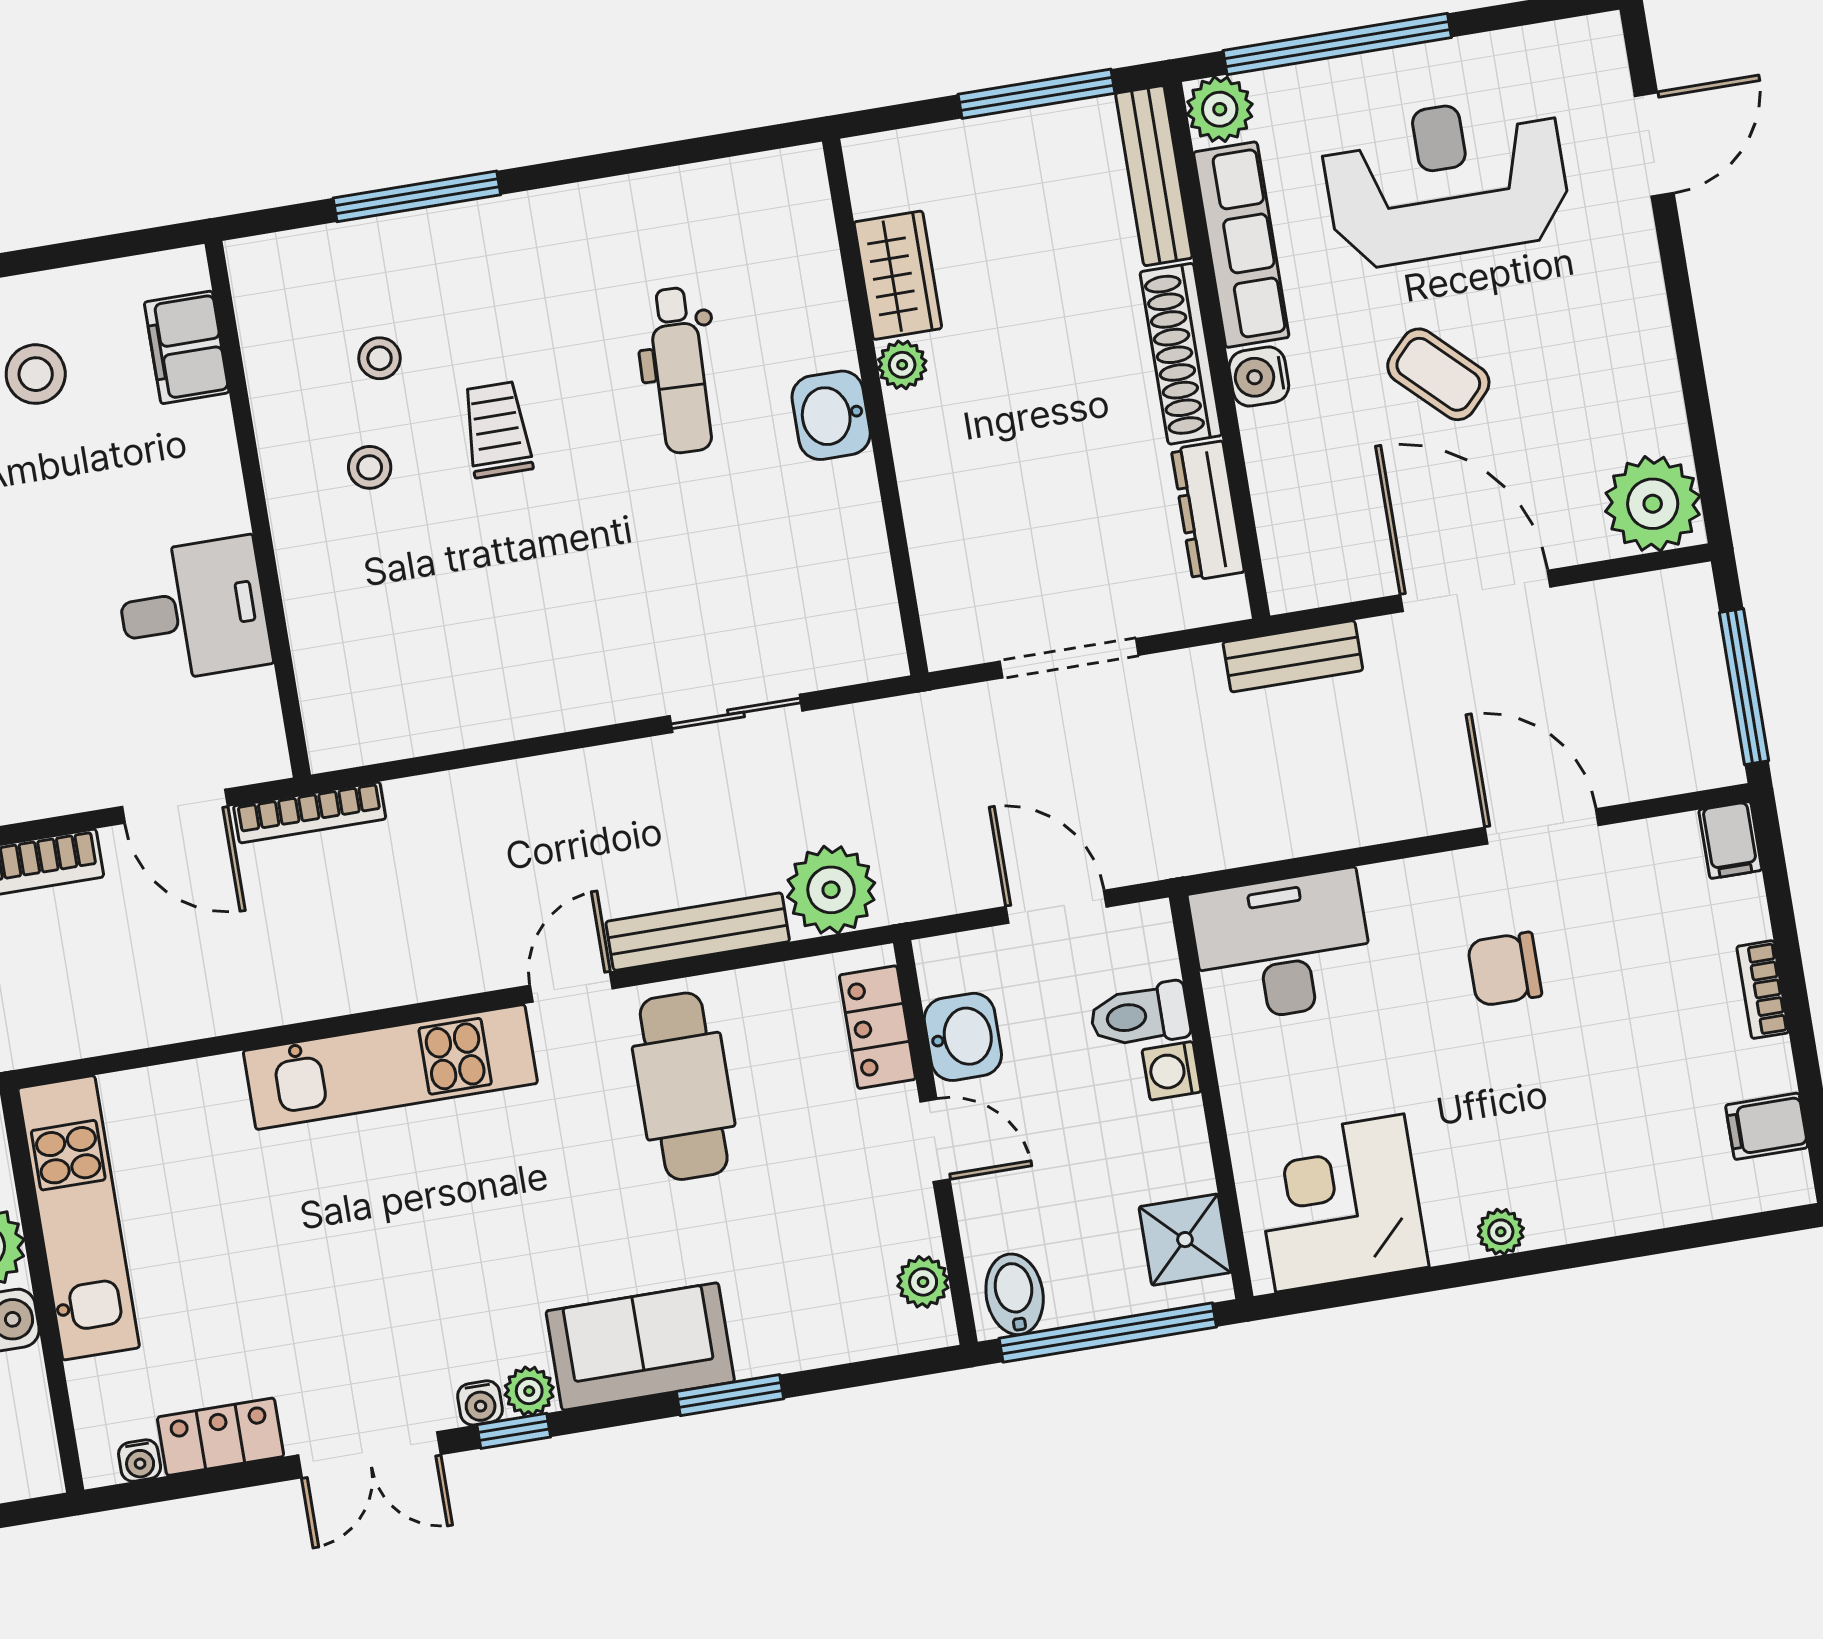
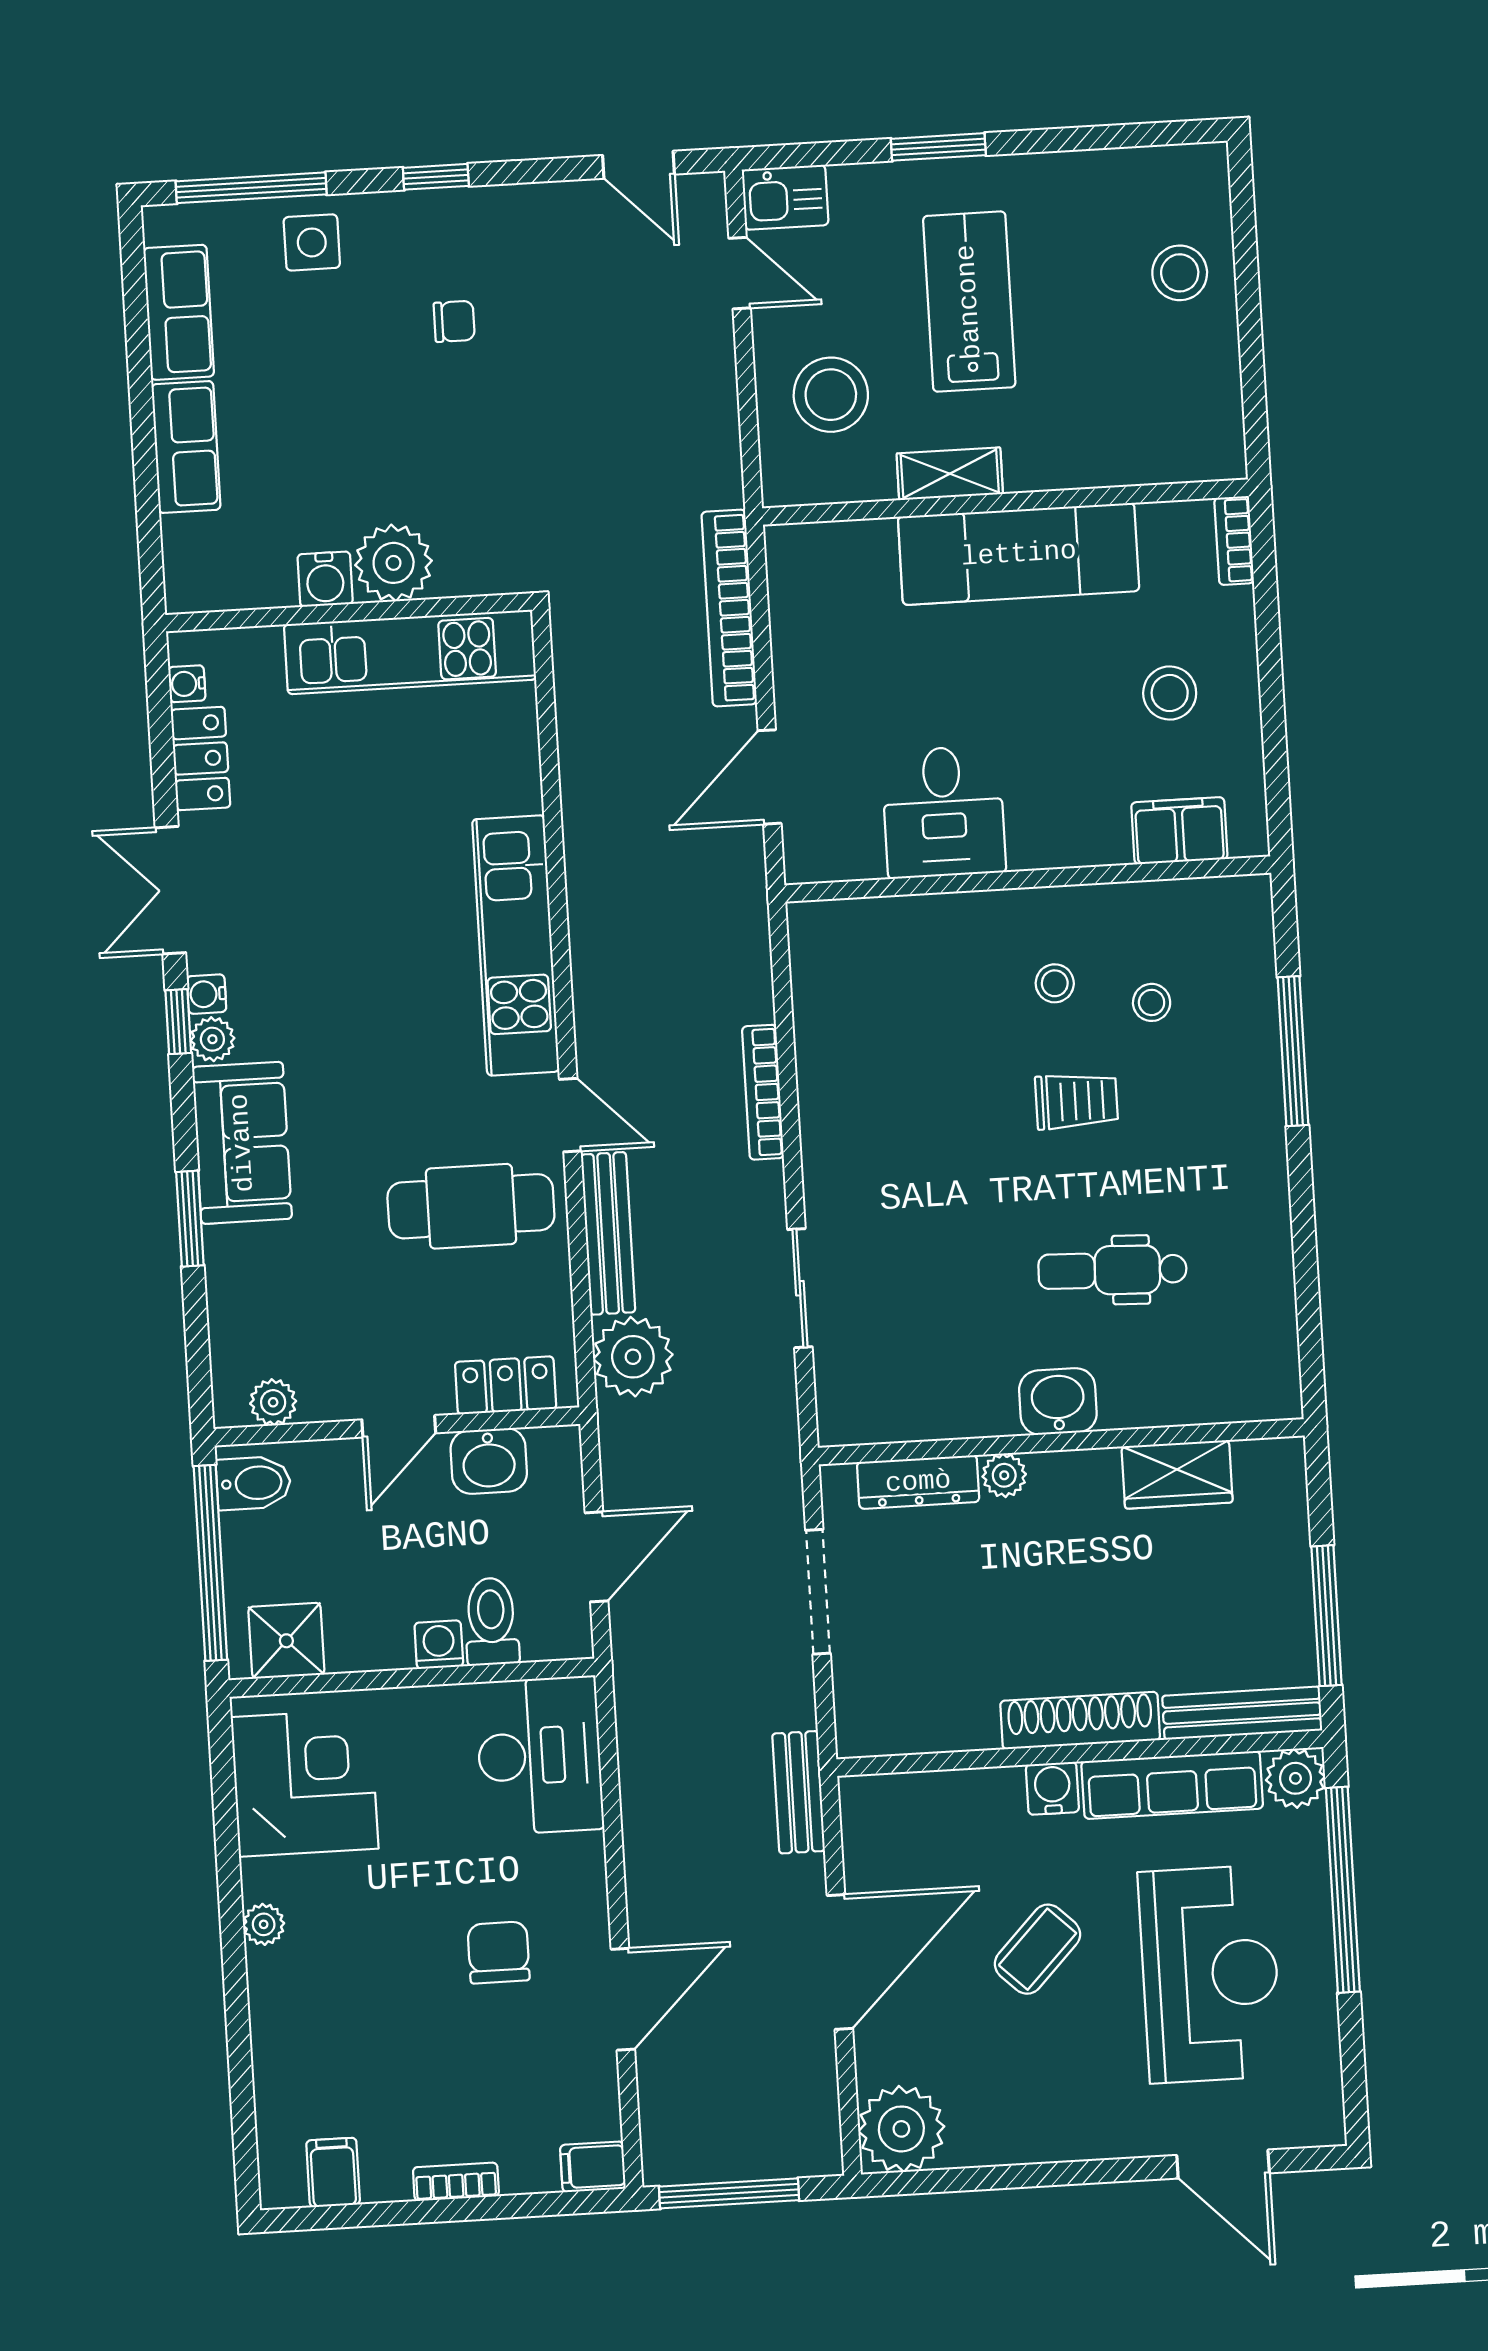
plant: (902, 365) -> (1004, 1475), moved
dresser: (1208, 511) -> (918, 1482), moved, turned 180
bookcase: (310, 812) -> (763, 1092), moved

